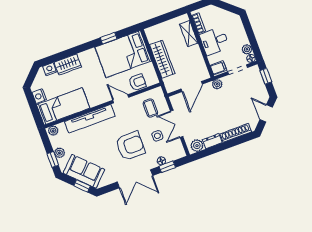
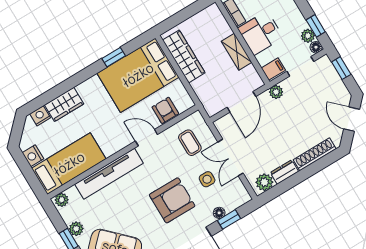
shelving: (189, 34) -> (237, 52), moved
window: (254, 43) -> (316, 26), added
wardrobe: (162, 59) -> (184, 56), moved
armchair: (138, 82) -> (165, 110), turned -90

